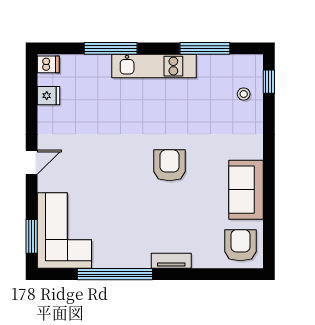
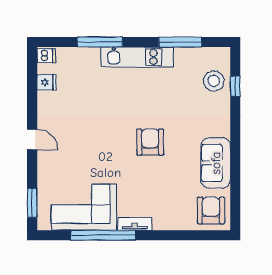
window: (269, 82) -> (235, 86), moved
stool: (244, 94) -> (214, 81), width x1.89, depth x1.89
door: (32, 162) -> (32, 139), hinge flipped
corner sofa: (64, 230) -> (84, 207), moved, turned -90
tv unit: (171, 261) -> (135, 224), moved

